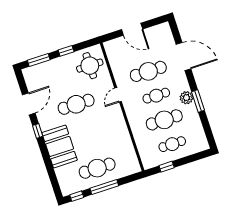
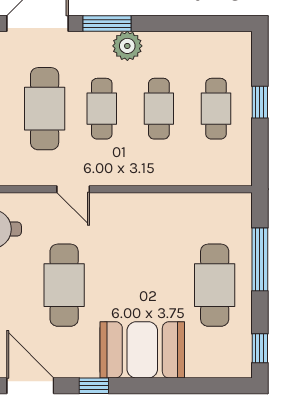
window: (198, 101) -> (107, 23), moved
cafe table: (164, 120) -> (159, 109), width x0.73, depth x0.74
window: (167, 167) -> (260, 102), moved
window: (104, 187) -> (260, 259), moved

